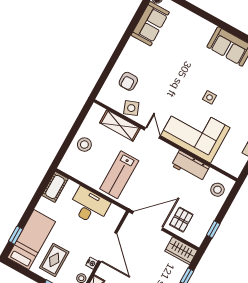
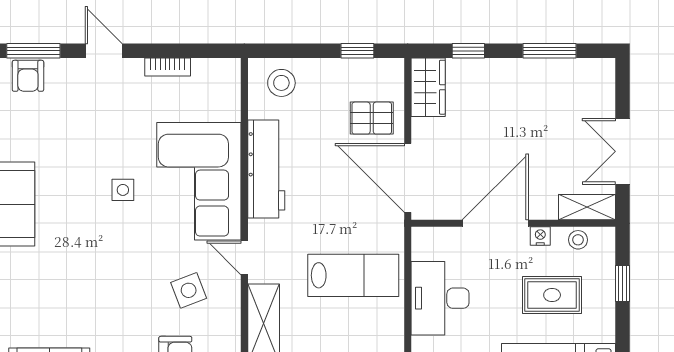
side table: (131, 108) -> (189, 290), moved
door: (152, 133) -> (244, 258), hinge flipped
workbench: (190, 166) -> (266, 169), width x1.38
rug: (54, 260) -> (552, 295), moved

